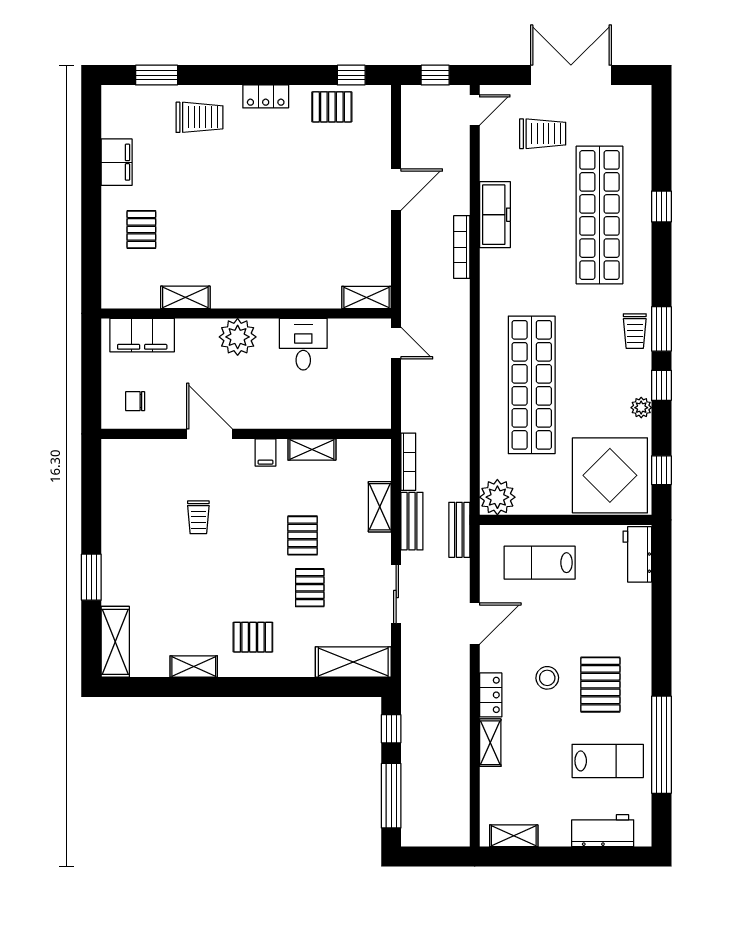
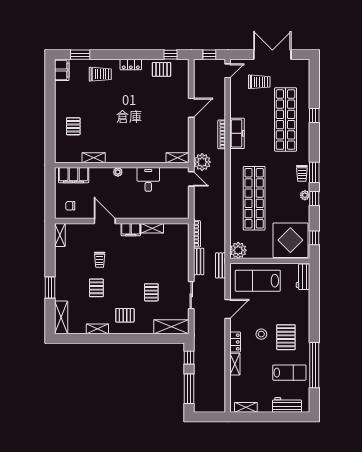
filing cabinet: (117, 162) -> (62, 70), moved
freezer: (495, 215) -> (237, 133), moved
plant: (419, 307) -> (202, 162), added
plant: (238, 337) -> (118, 172), width x0.53, depth x0.53
plant: (641, 408) -> (305, 195), moved
filing cabinet: (265, 452) -> (131, 230), width x2.00
shelving: (380, 507) -> (60, 235), moved
pallet: (303, 535) -> (96, 288), moved
lab bench: (540, 563) -> (258, 281), width x1.36, depth x1.39

